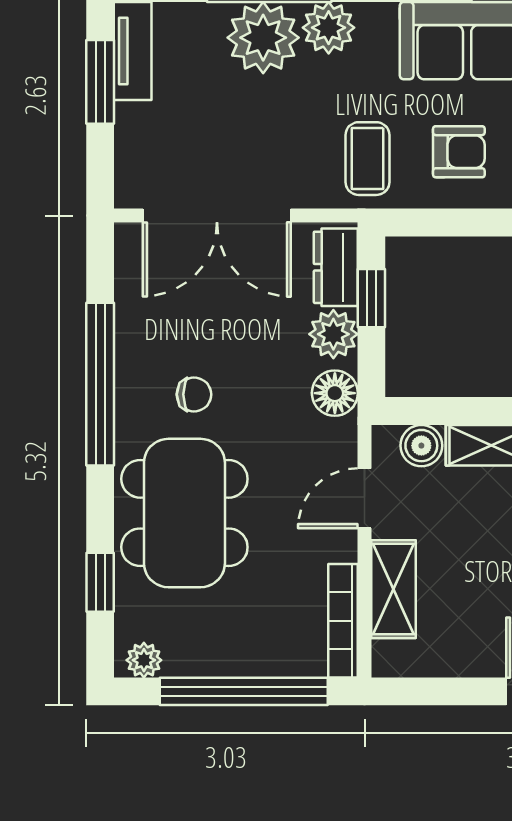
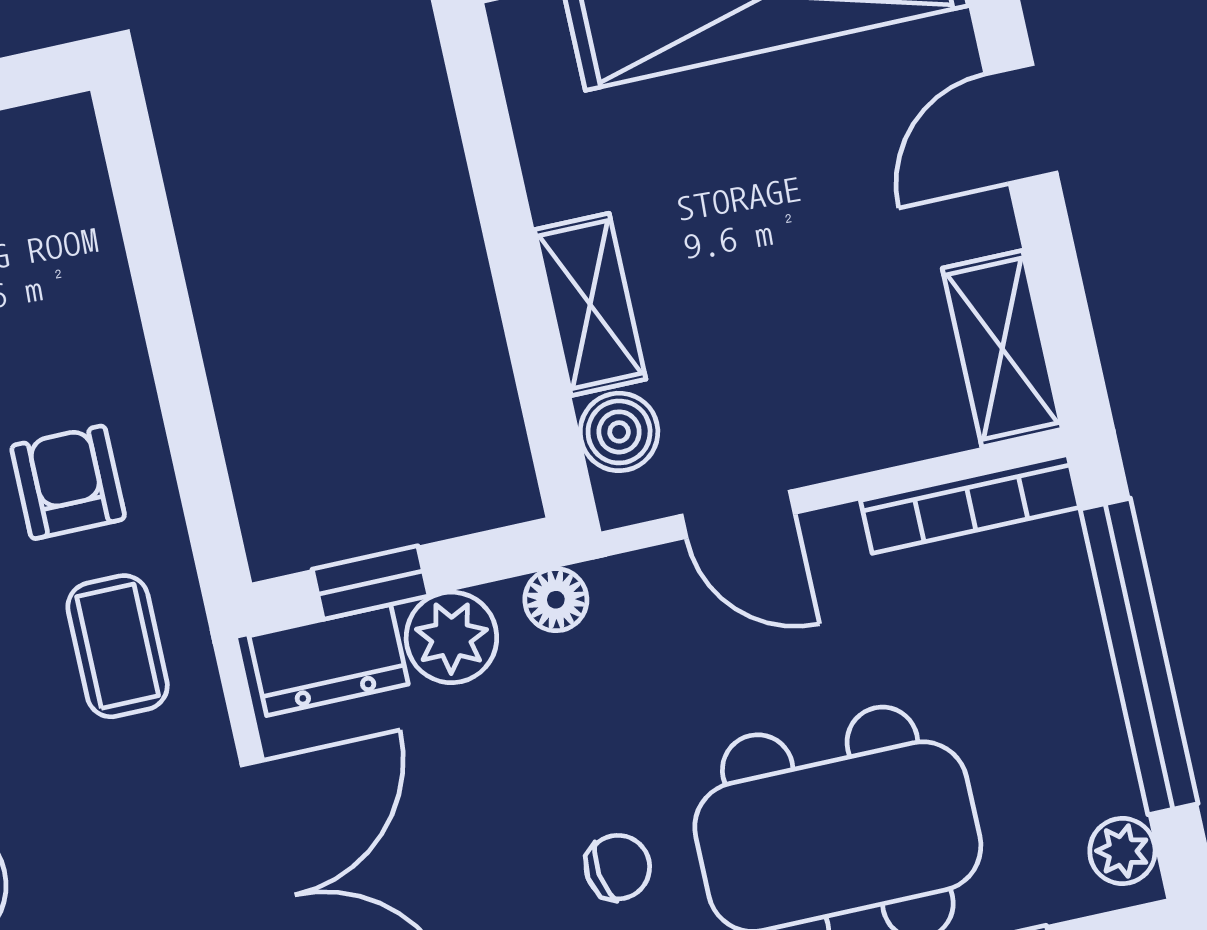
coffee table: (367, 159) -> (118, 646), turned 90
floor lamp: (335, 393) -> (556, 600), width x0.73, depth x0.73
chair: (194, 394) -> (618, 867), turned 82
shelving: (393, 589) -> (1002, 349), moved, turned 90

